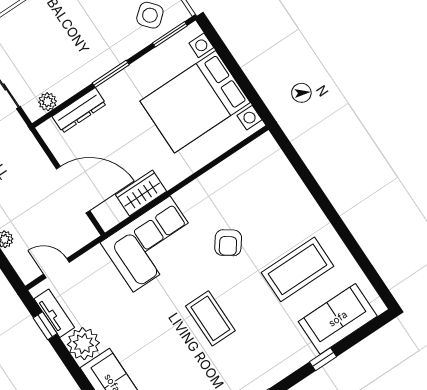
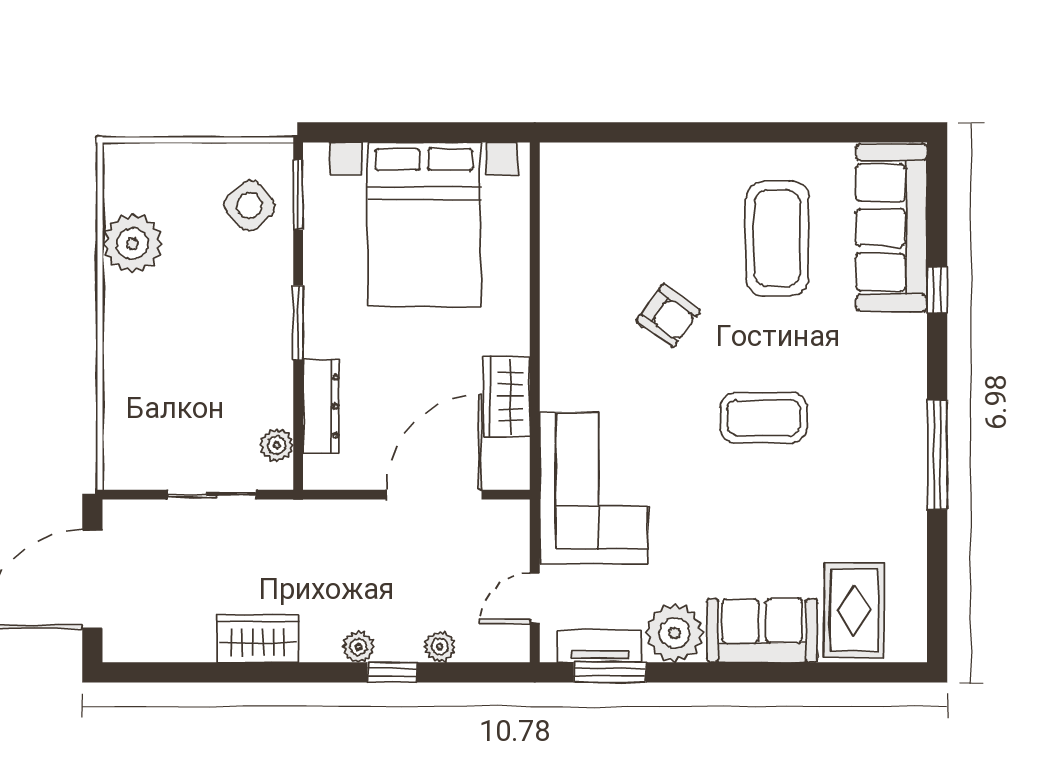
corner sofa: (152, 244) -> (594, 488), moved
sofa: (338, 319) -> (891, 227), width x1.36
window: (45, 326) -> (610, 672), width x1.50

